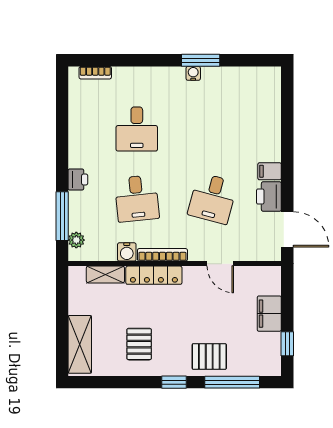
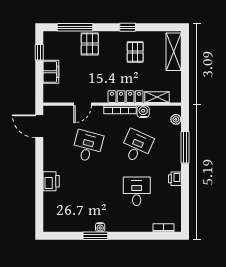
filing cabinet: (270, 171) -> (51, 164), removed
printer: (78, 179) -> (175, 179), moved
printer: (269, 196) -> (51, 181), moved
desk: (137, 198) -> (137, 146), turned 30
window: (62, 216) -> (185, 147), moved
door: (220, 264) -> (83, 104), swing flipped
pallet: (209, 356) -> (90, 44), turned 90
window: (174, 382) -> (128, 27), moved

